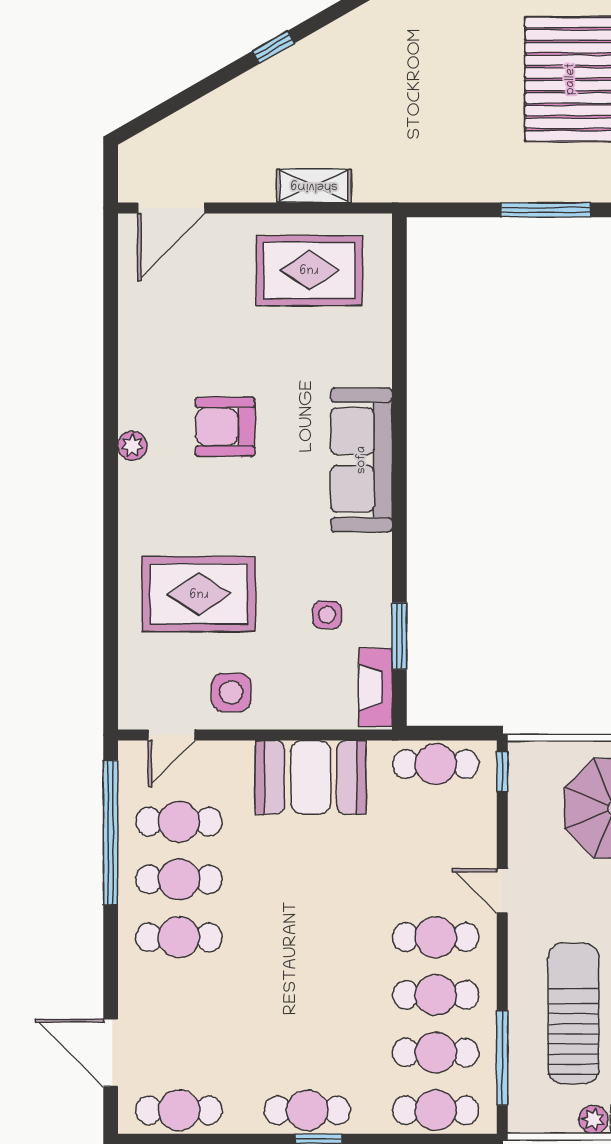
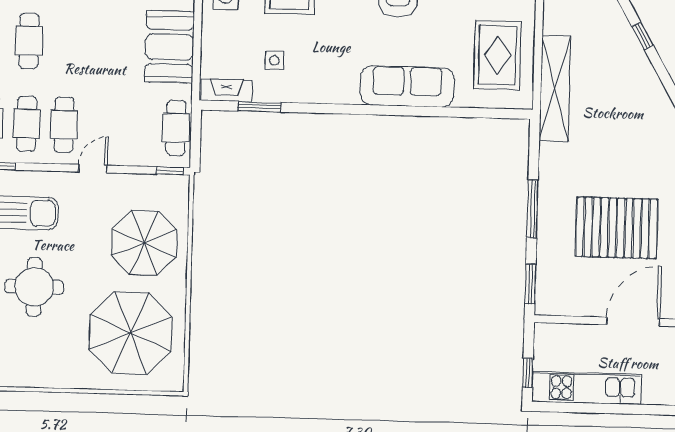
shelving: (314, 186) -> (555, 88), width x2.20, depth x1.33
sofa: (362, 460) -> (407, 86), moved
cafe table: (307, 995) -> (29, 41), added

